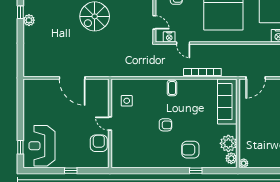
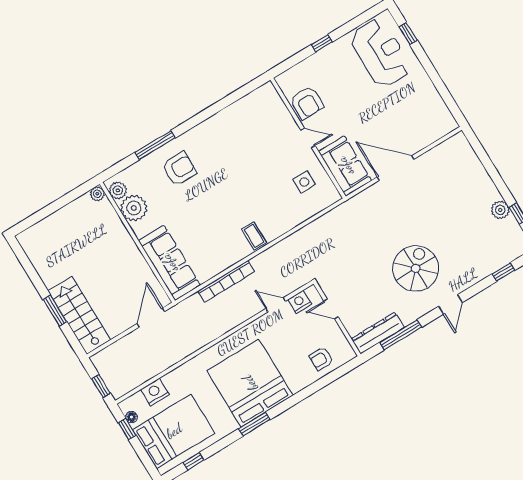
sofa: (99, 96) -> (345, 166), added
armchair: (165, 125) -> (233, 181), removed
window: (196, 171) -> (155, 145), width x2.17

